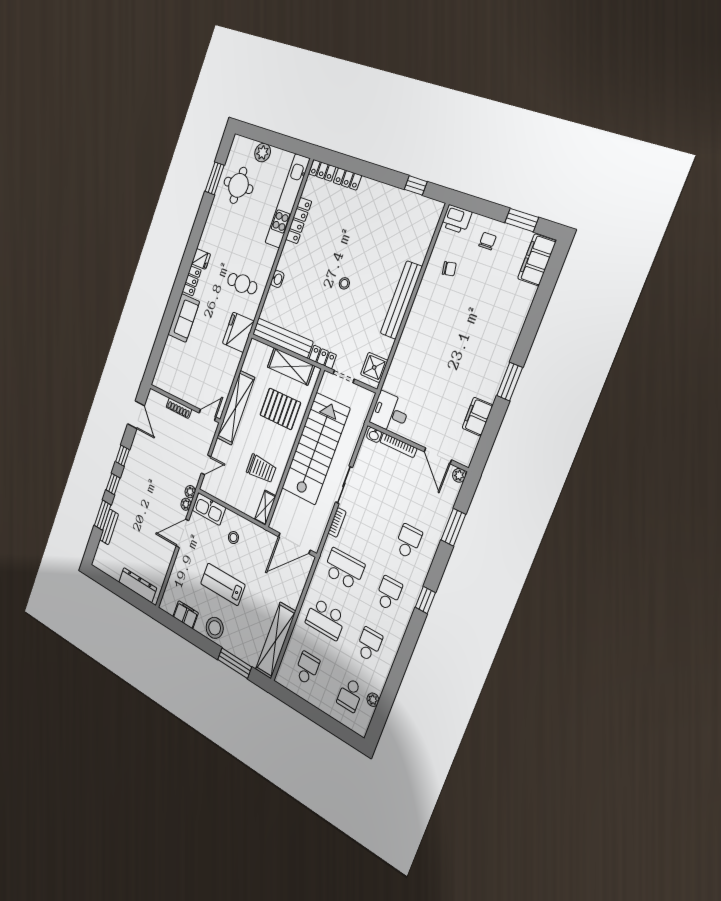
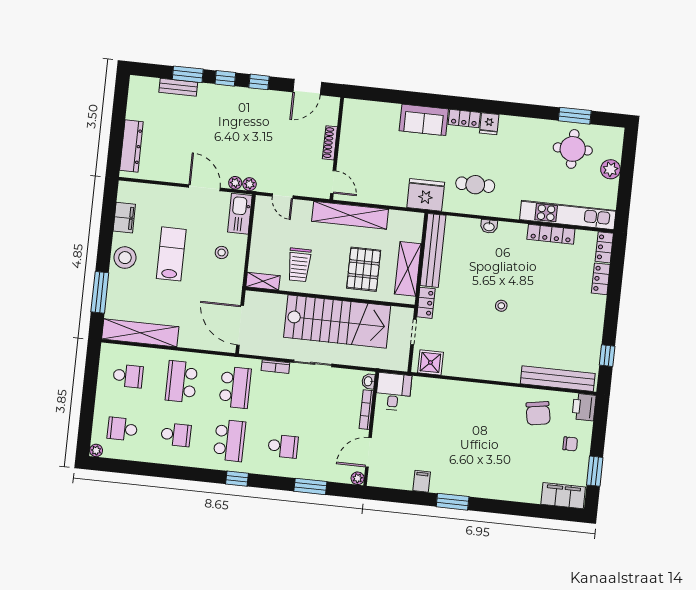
chair: (449, 269) -> (538, 413), width x1.87, depth x1.87
cafe table: (242, 284) -> (475, 185), turned 90
bench: (401, 300) -> (558, 379), moved
filing cabinet: (477, 417) -> (422, 481), width x0.50
school desk: (389, 593) -> (229, 440), width x1.85
plant: (373, 700) -> (96, 450), moved

